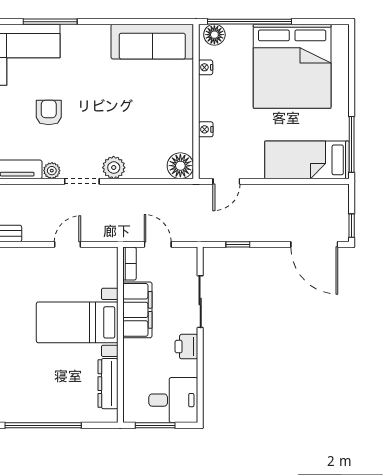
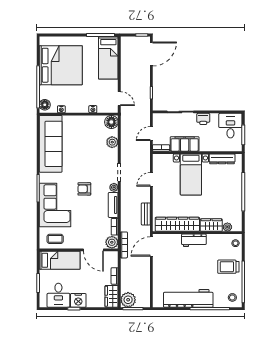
sofa: (152, 42) -> (51, 144), width x1.36, depth x1.27
plant: (114, 168) -> (112, 142), moved
door: (68, 244) -> (151, 179), hinge flipped

